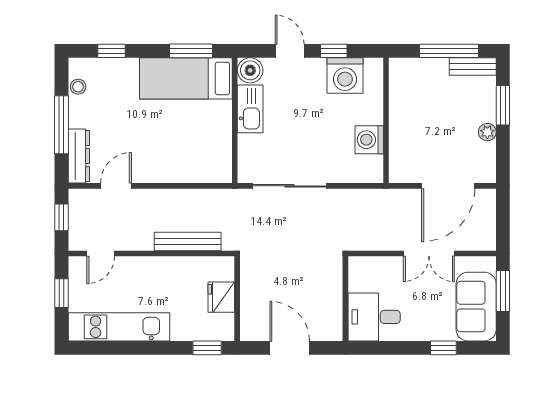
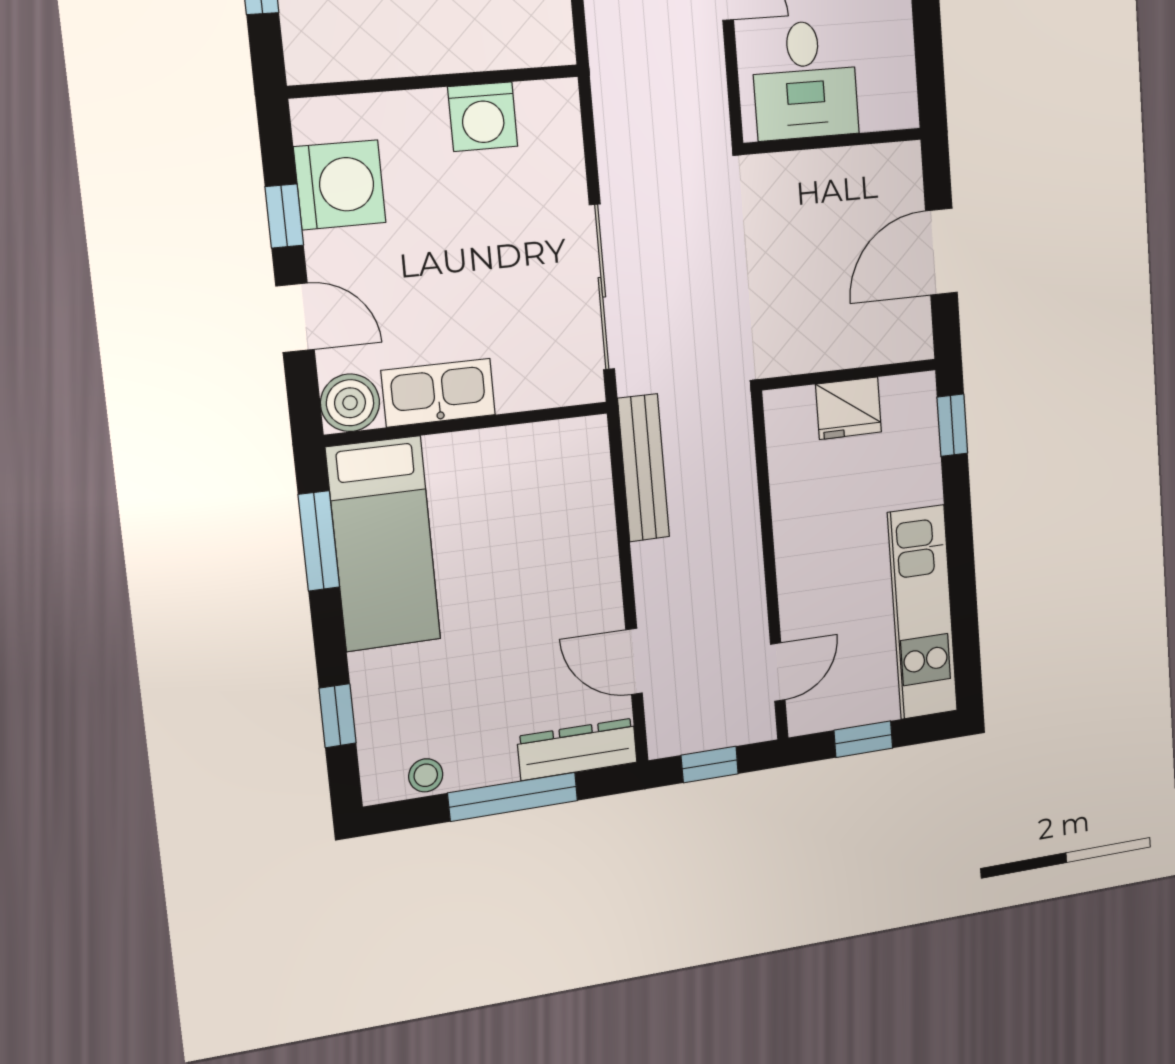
door: (290, 51) -> (295, 318), swing flipped
bench: (188, 242) -> (644, 468), moved
door: (101, 254) -> (778, 672), hinge flipped
desk: (374, 317) -> (805, 80), moved

